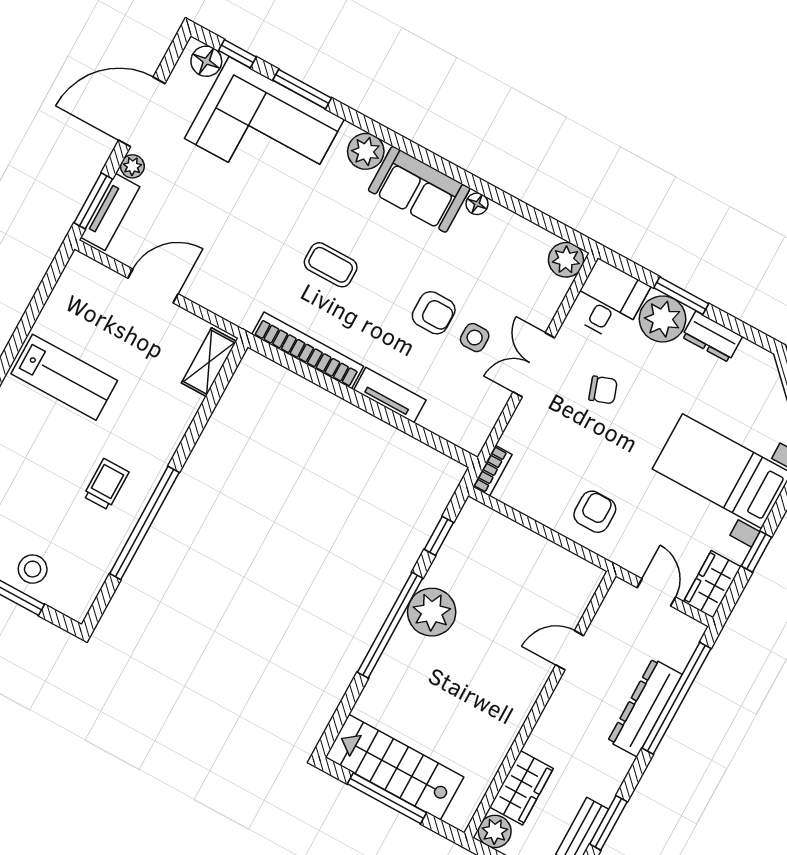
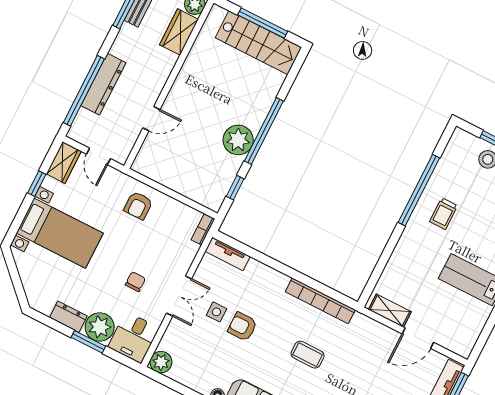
shelving: (209, 362) -> (390, 311), moved, turned 90
chair: (603, 390) -> (135, 282), turned 109
tv unit: (390, 395) -> (228, 254), moved

